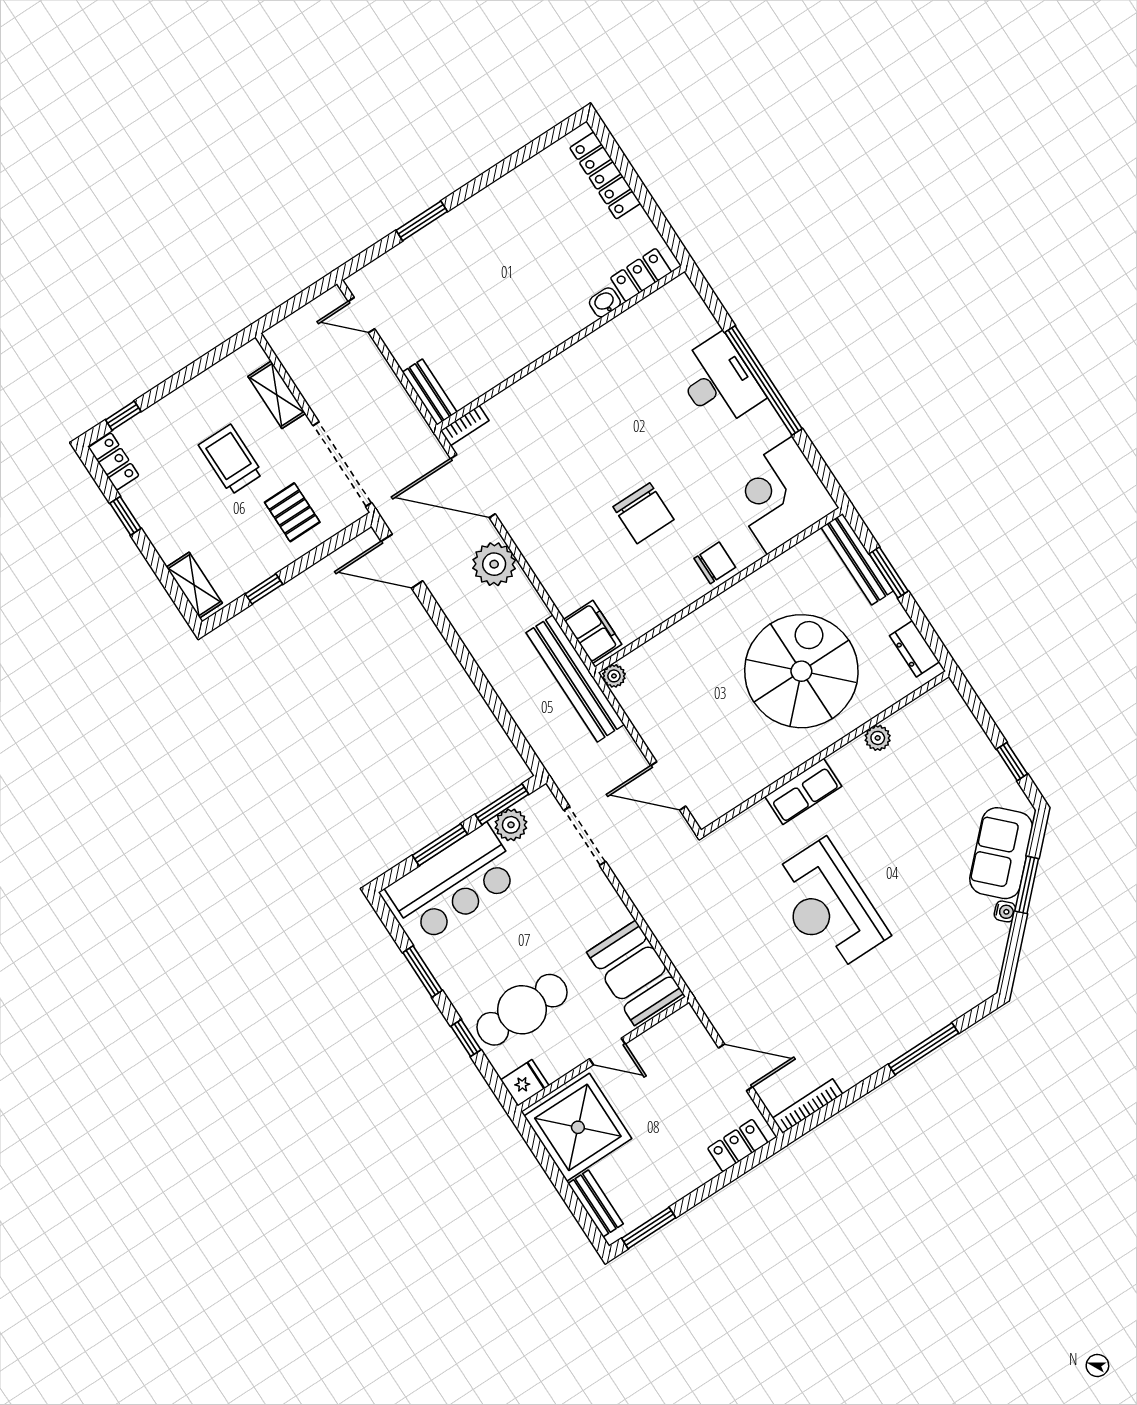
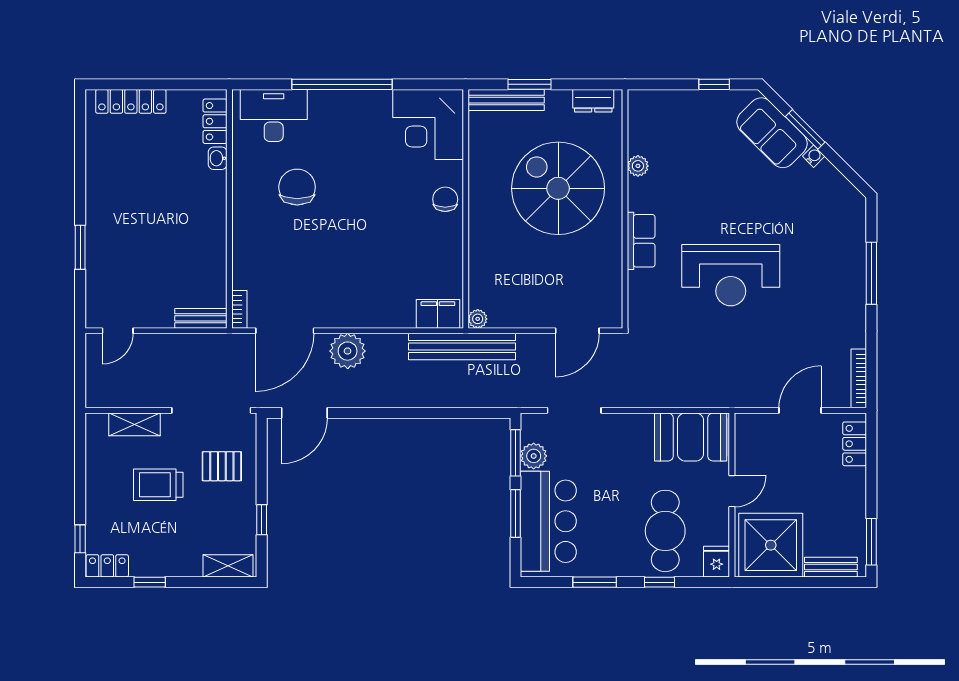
desk: (719, 381) -> (274, 116), moved
chair: (643, 513) -> (297, 187), moved, turned -90

